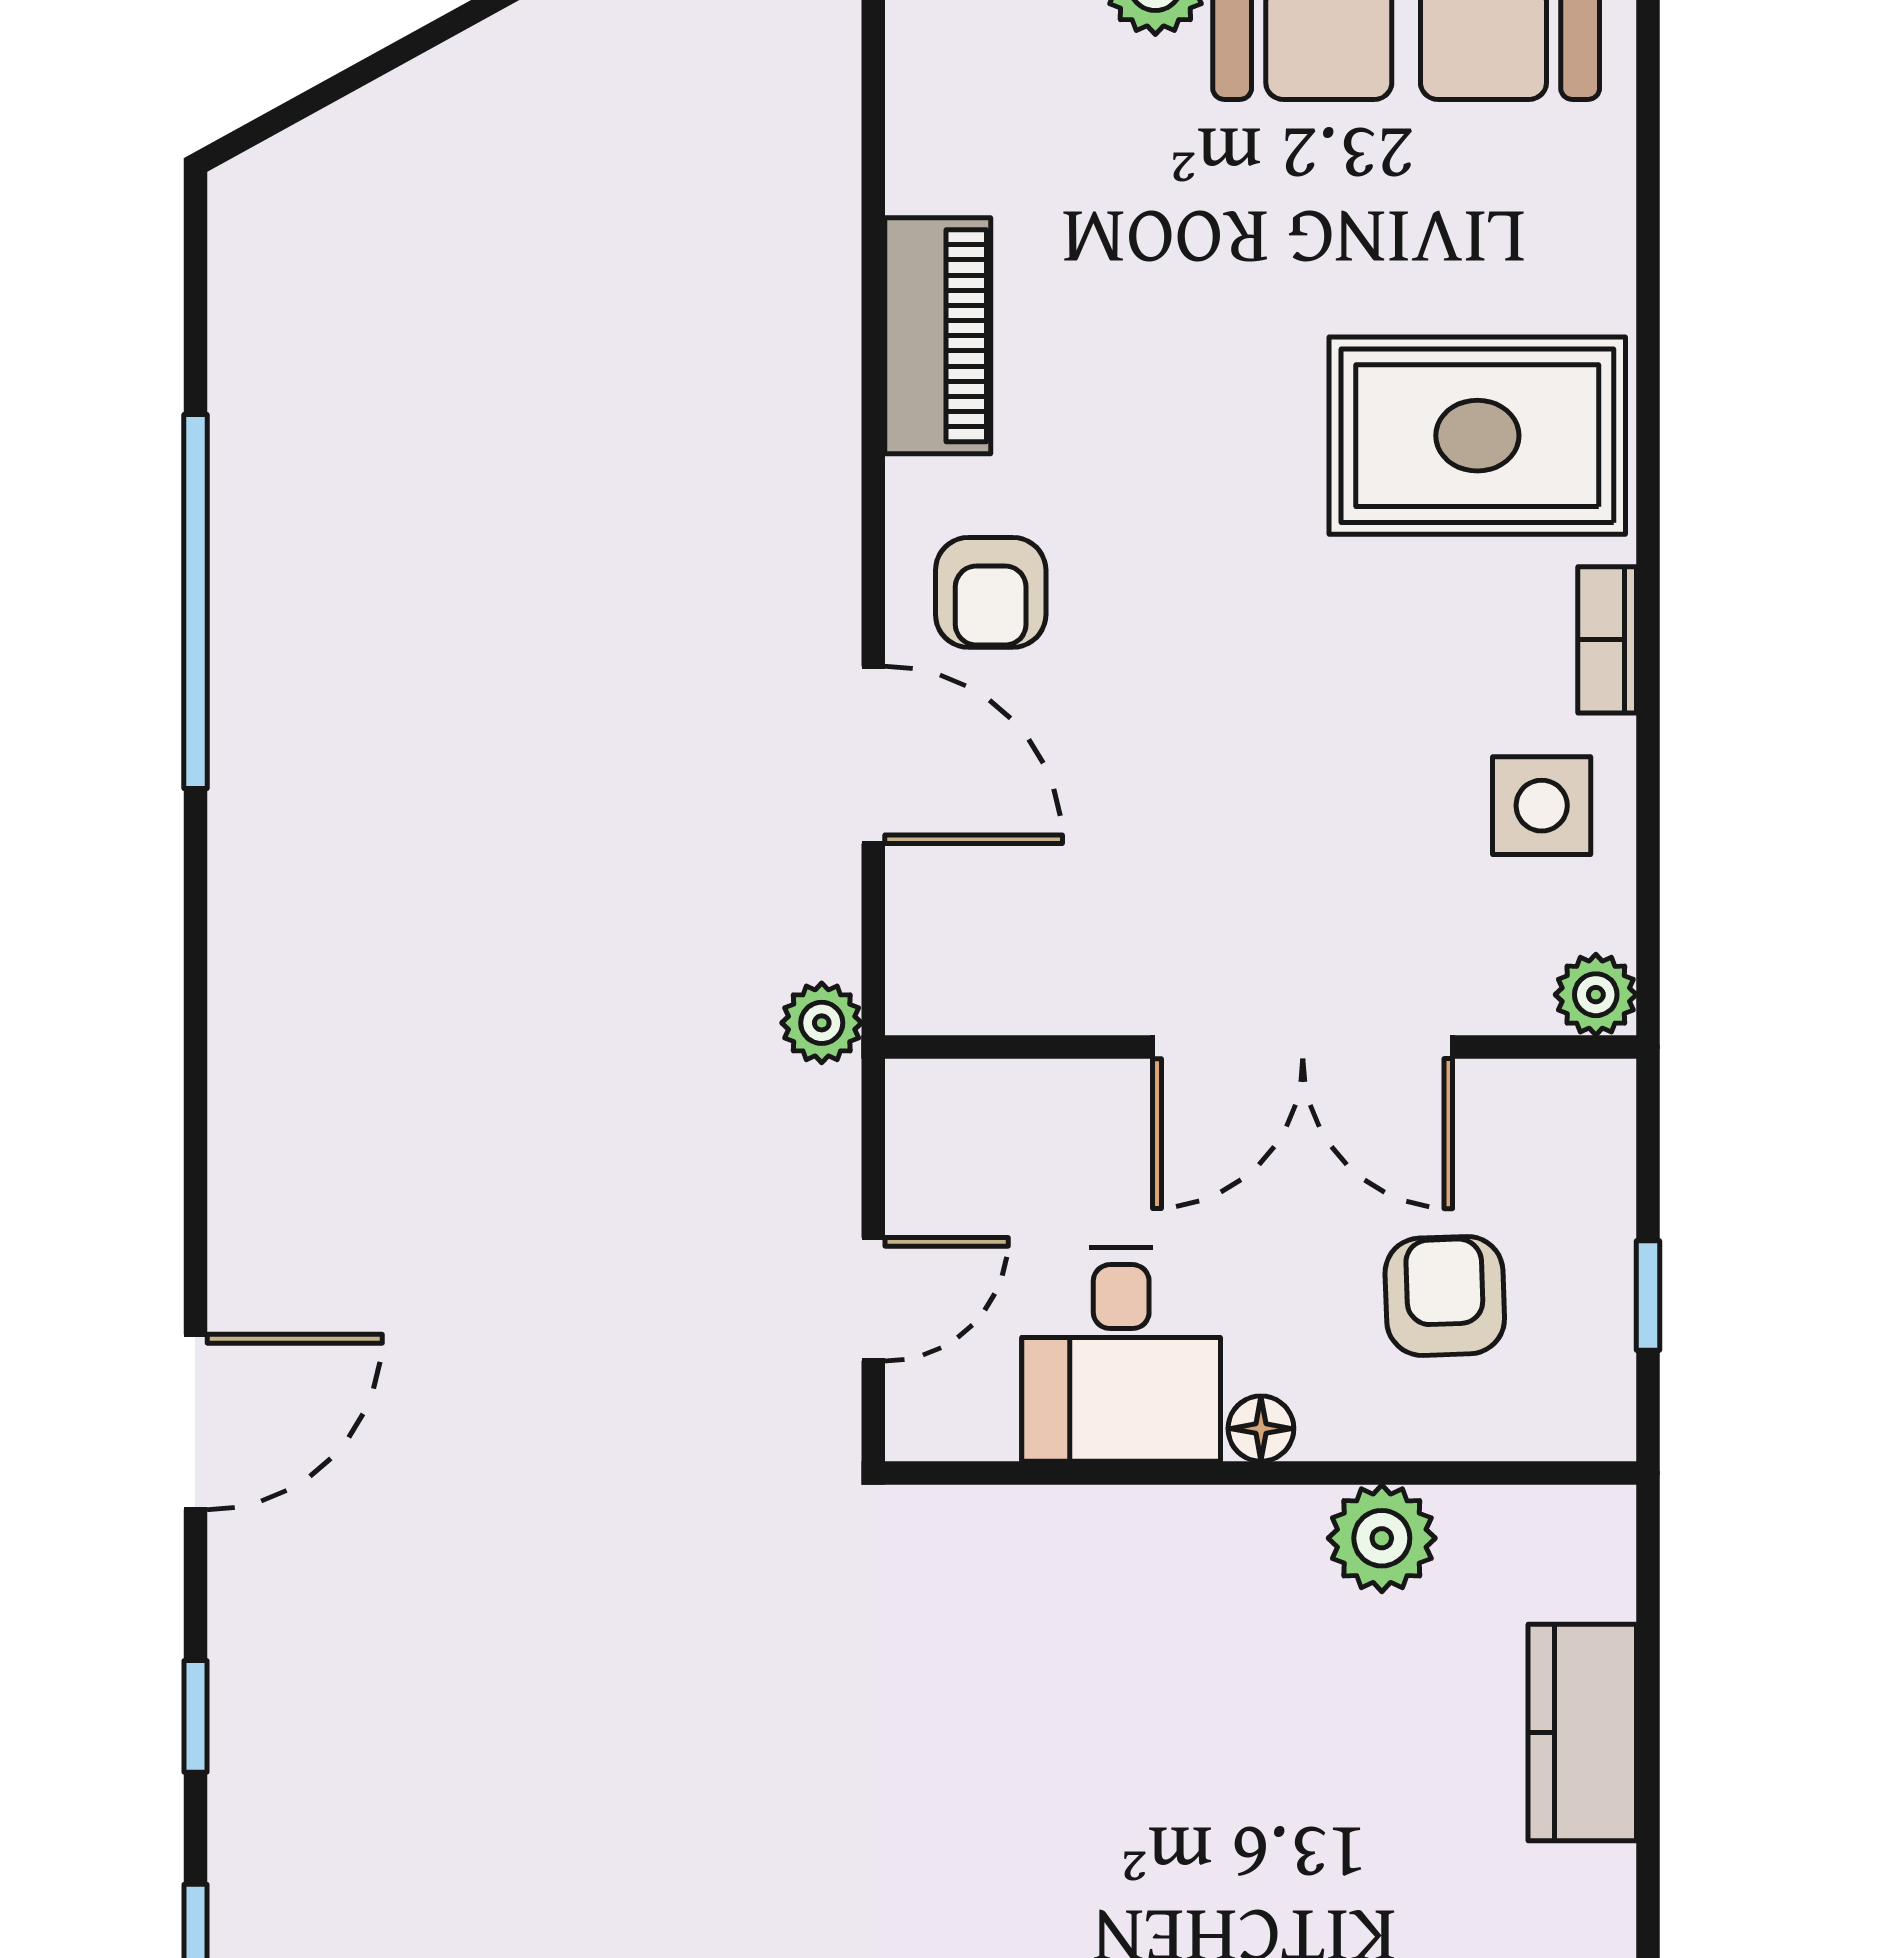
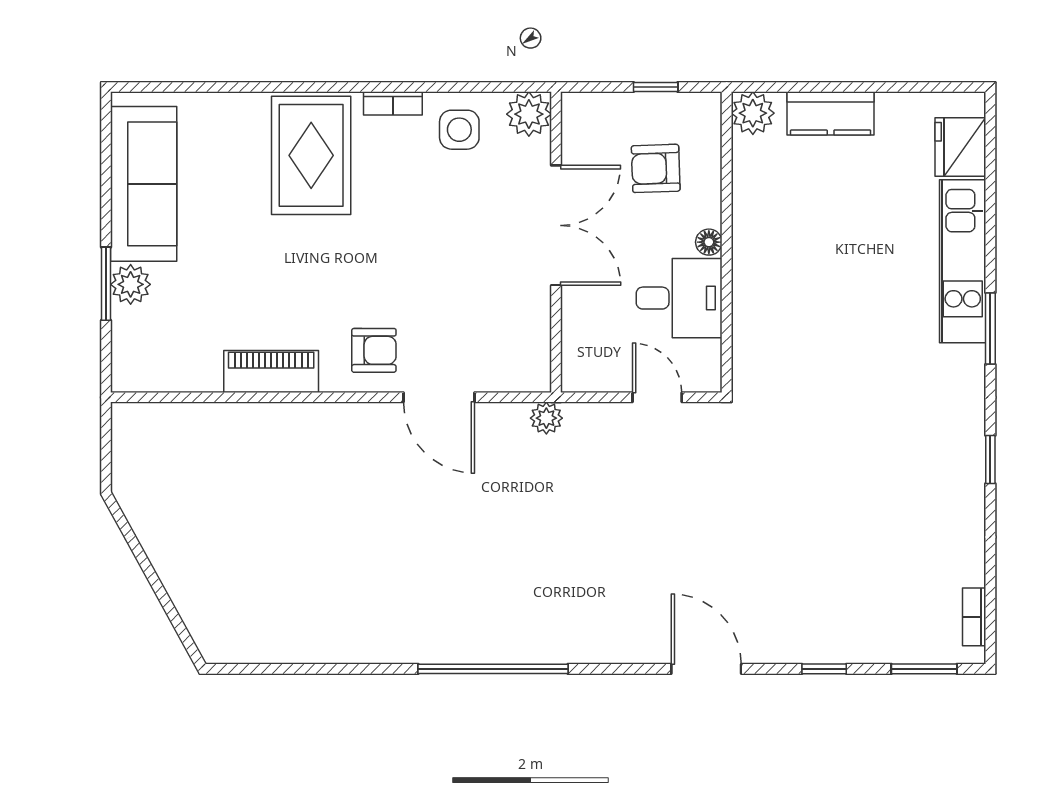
window: (195, 601) -> (493, 669), moved
door: (873, 755) -> (439, 397), swing flipped
plant: (1596, 995) -> (529, 114), width x1.38, depth x1.38
plant: (1382, 1538) -> (753, 113), moved

